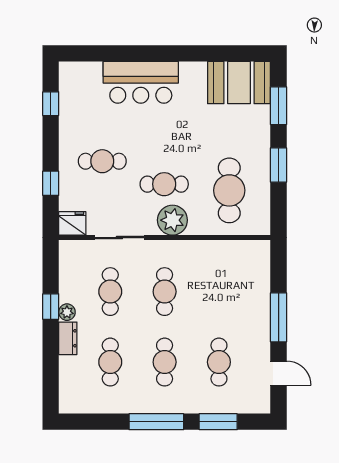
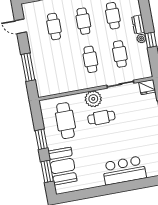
booth: (239, 83) -> (63, 166), moved, turned 90
cafe table: (102, 161) -> (137, 124), removed
window: (279, 317) -> (28, 67), moved

